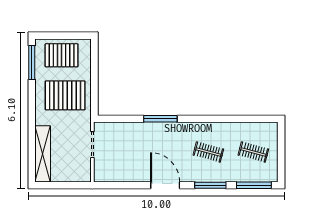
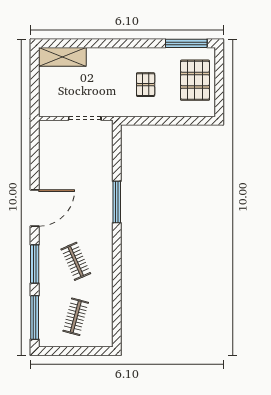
pallet: (65, 95) -> (146, 85), width x0.49, depth x0.50
clothes rail: (208, 152) -> (76, 261), turned -39
shelving: (43, 154) -> (62, 57), width x0.68

